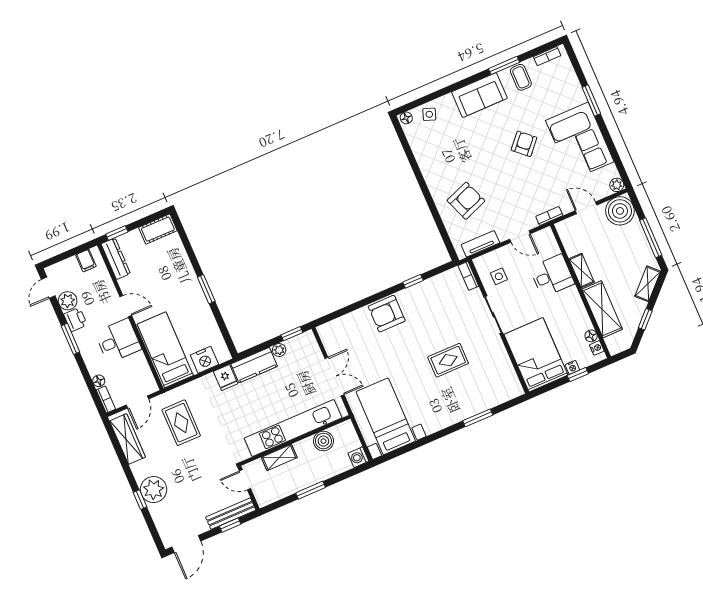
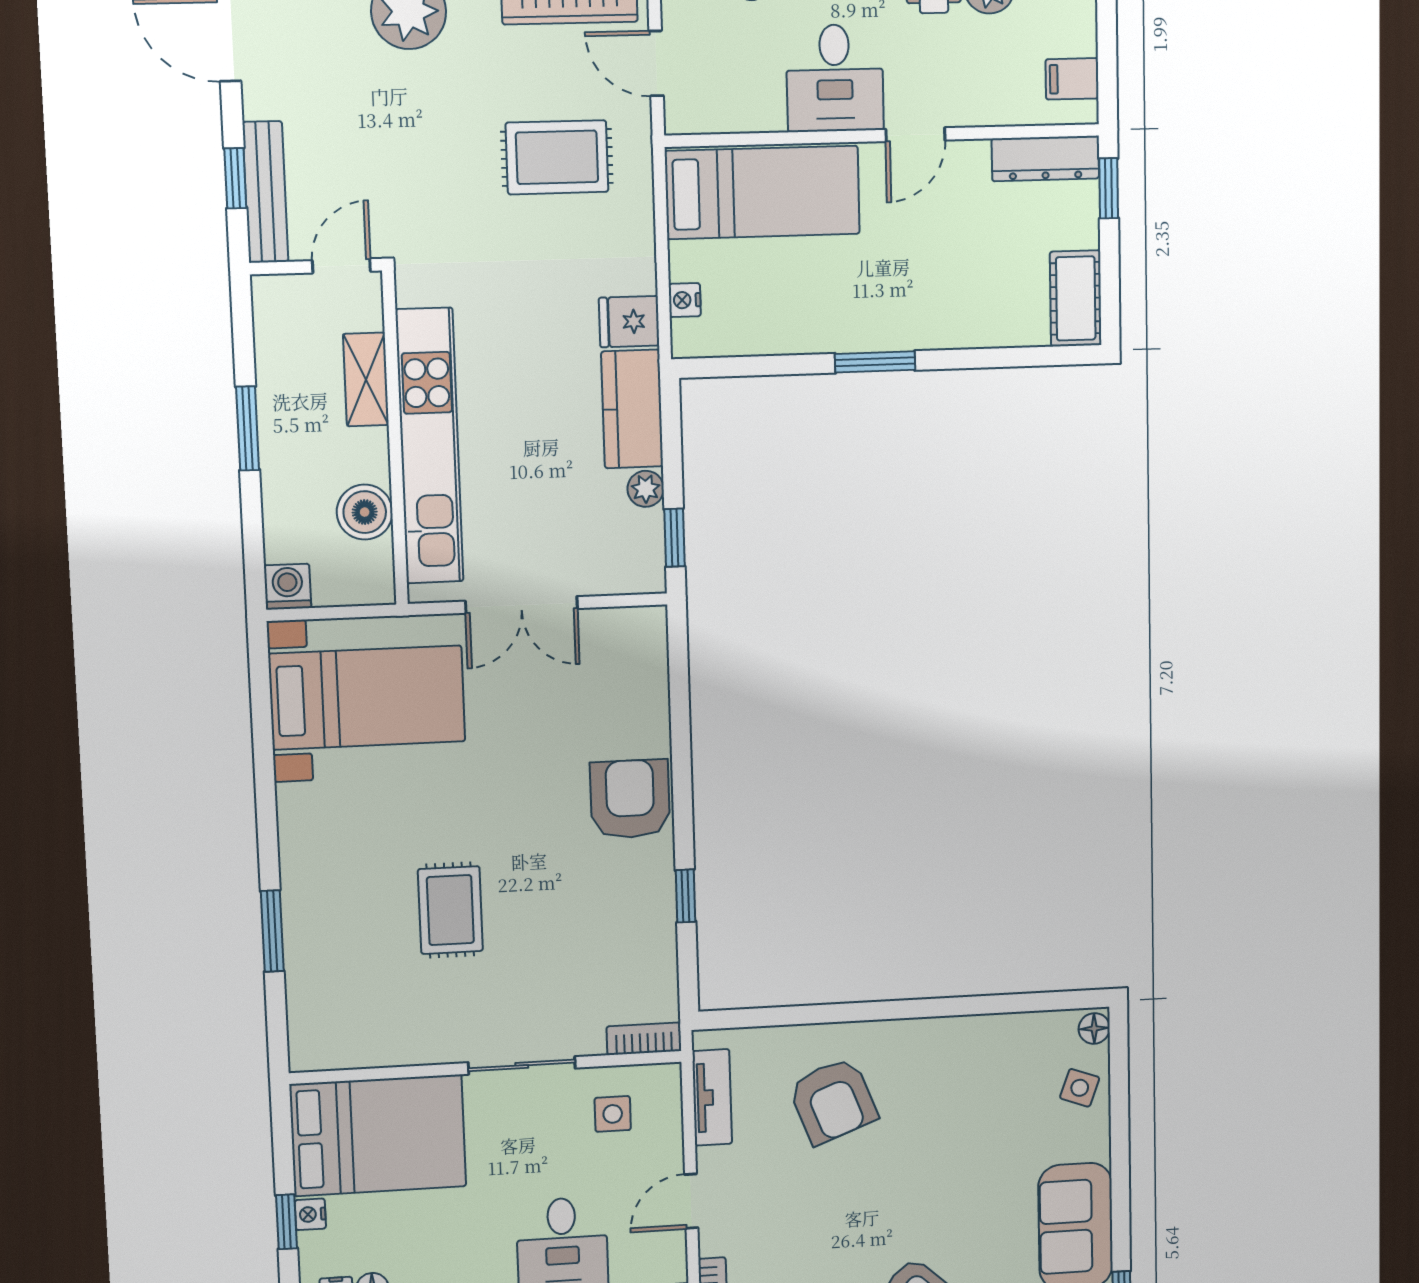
nightstand: (204, 360) -> (685, 300), width x0.53, depth x0.56

